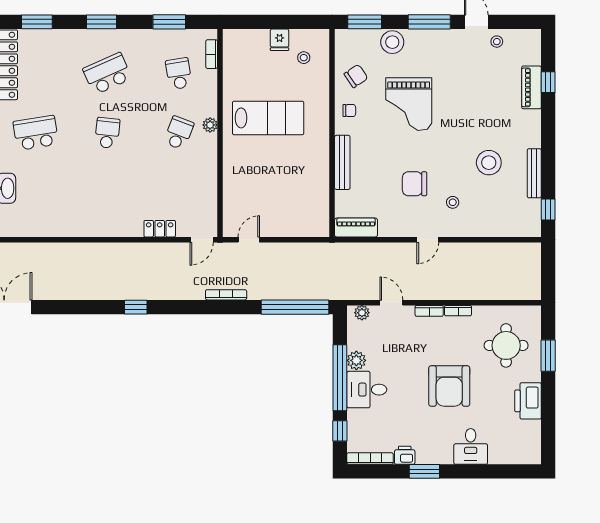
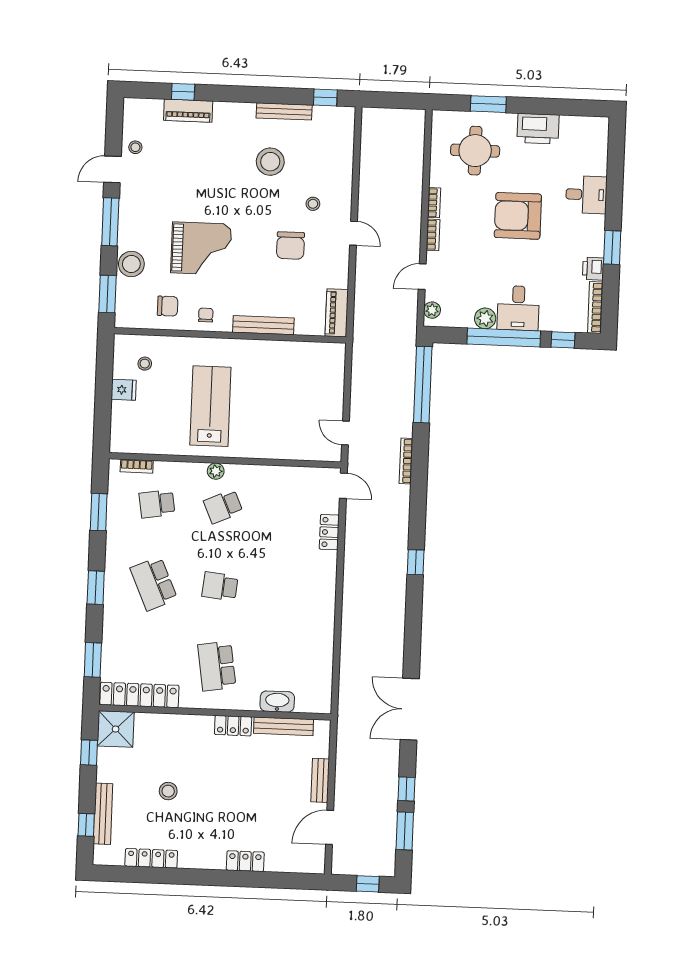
chair: (356, 76) -> (168, 306), turned 124
school desk: (179, 133) -> (223, 507), turned -45
armchair: (449, 386) -> (518, 216), turned 180

